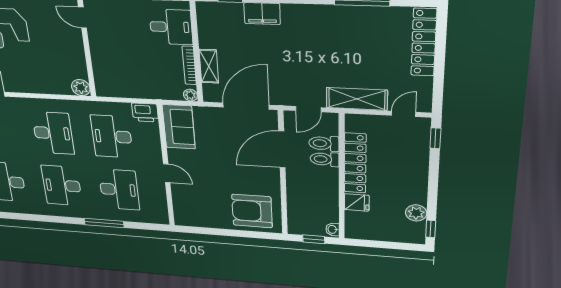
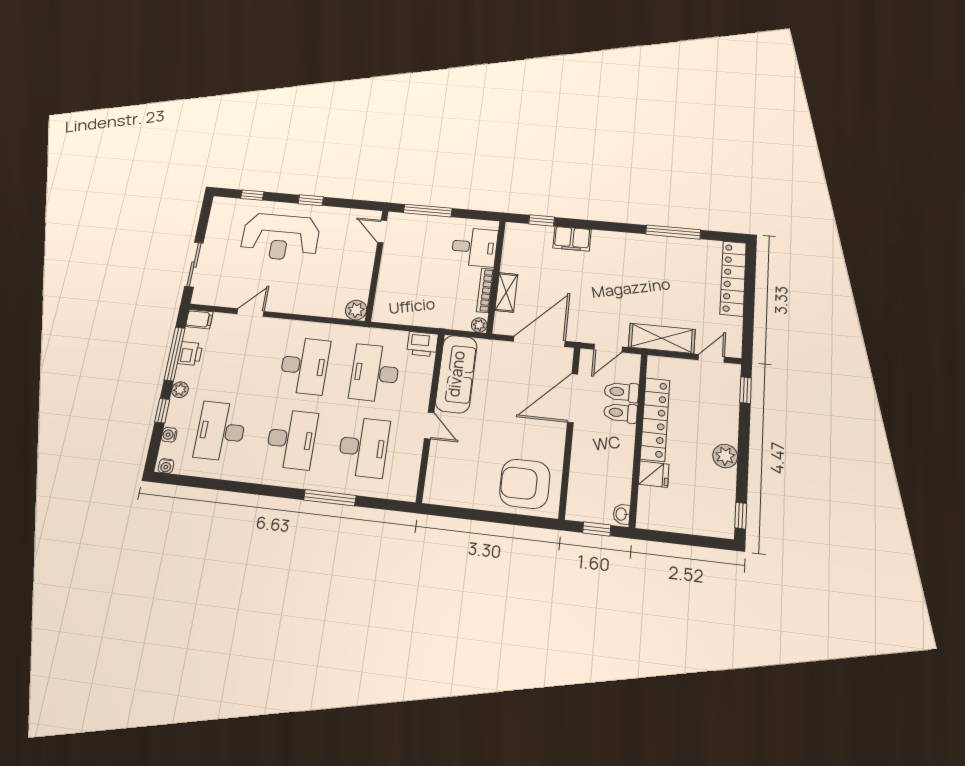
sofa: (179, 127) -> (456, 374), width x1.36
desk: (62, 186) -> (291, 439), turned 180
plant: (416, 213) -> (725, 456), moved

